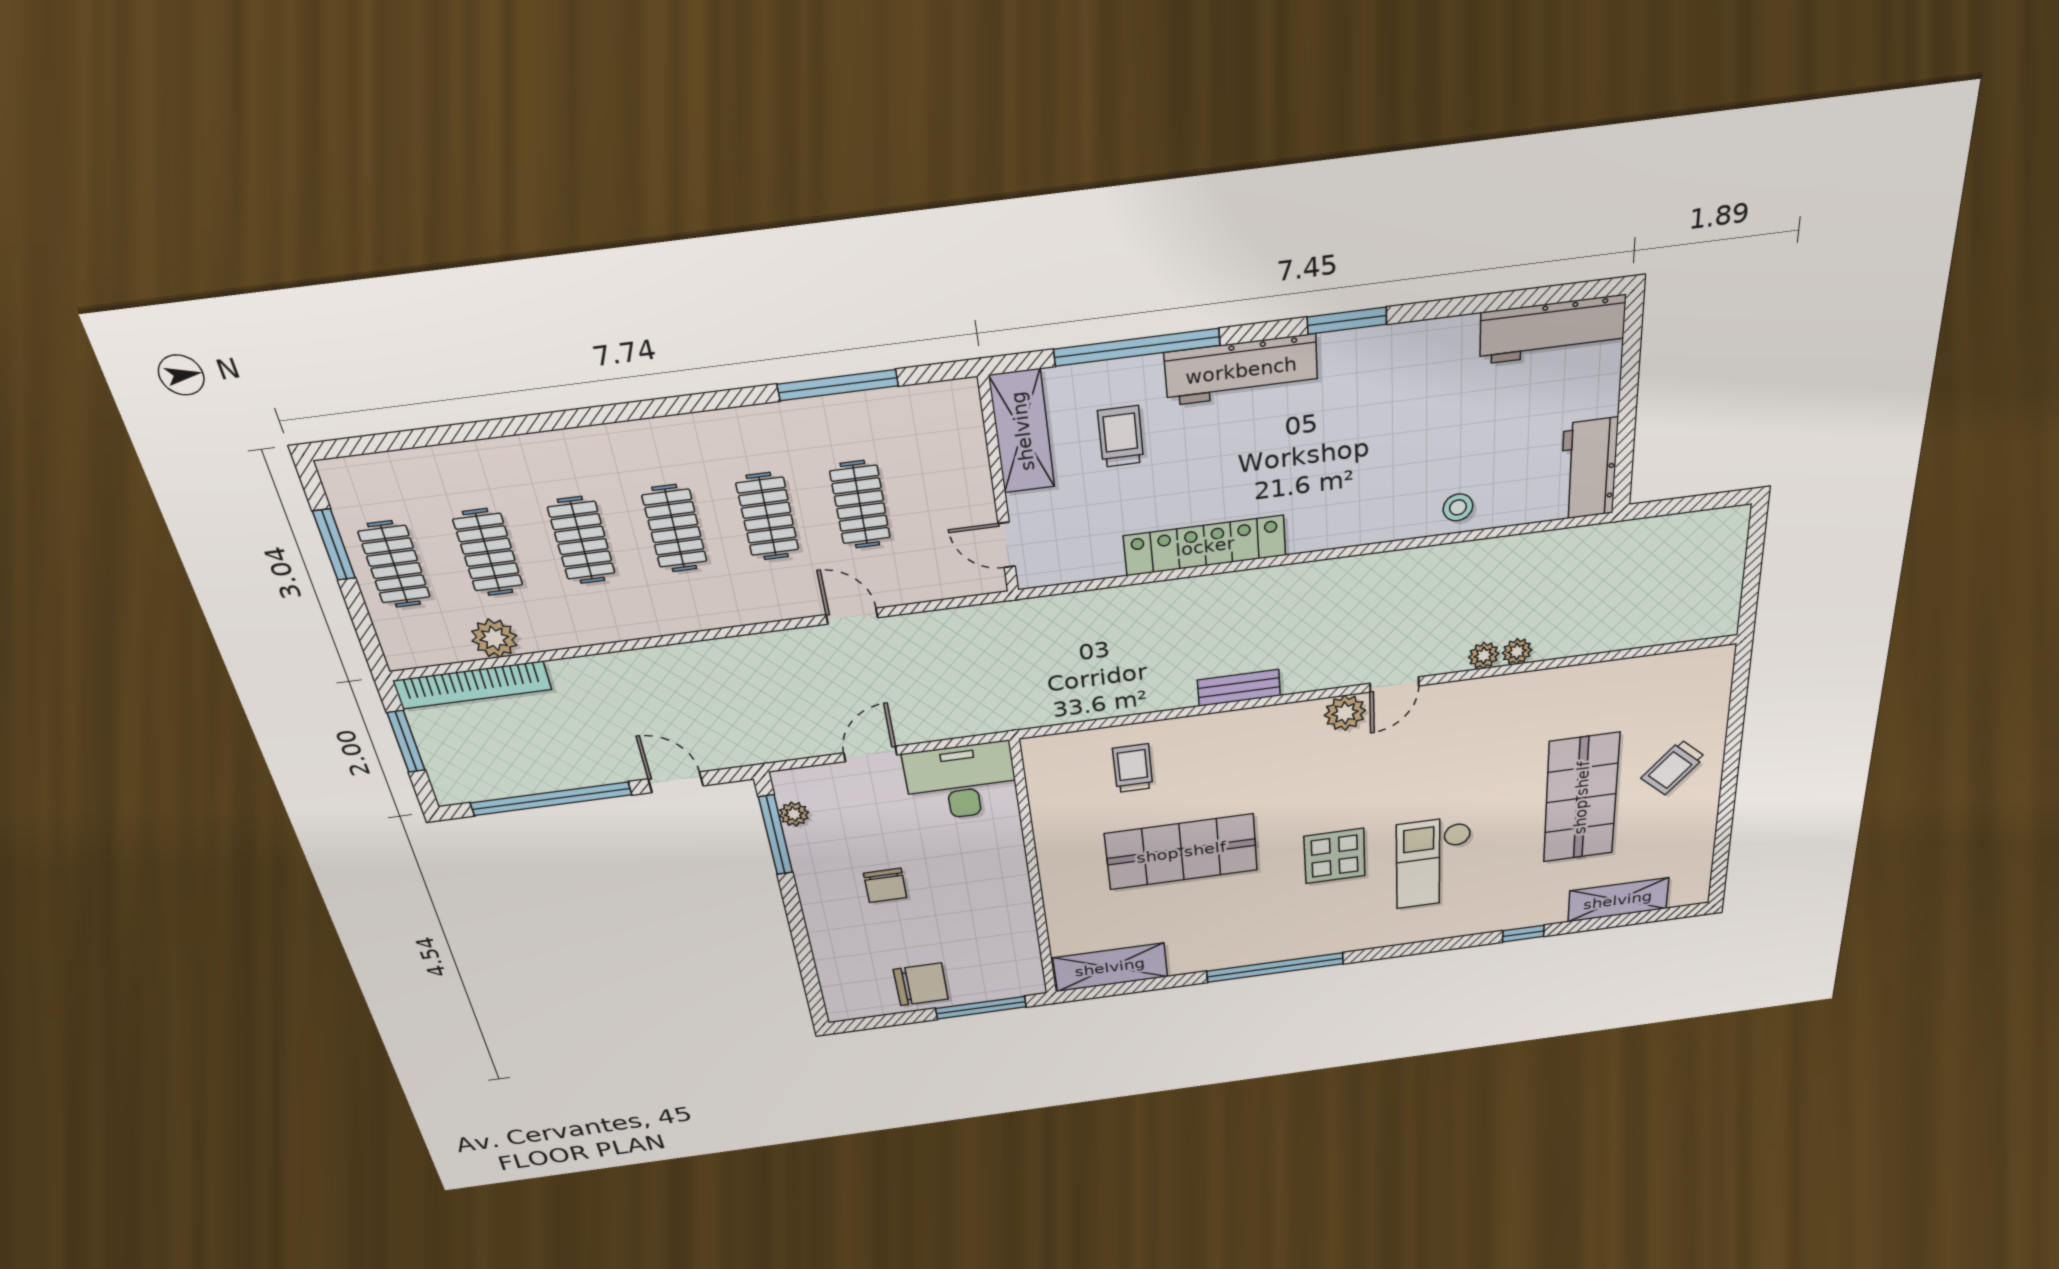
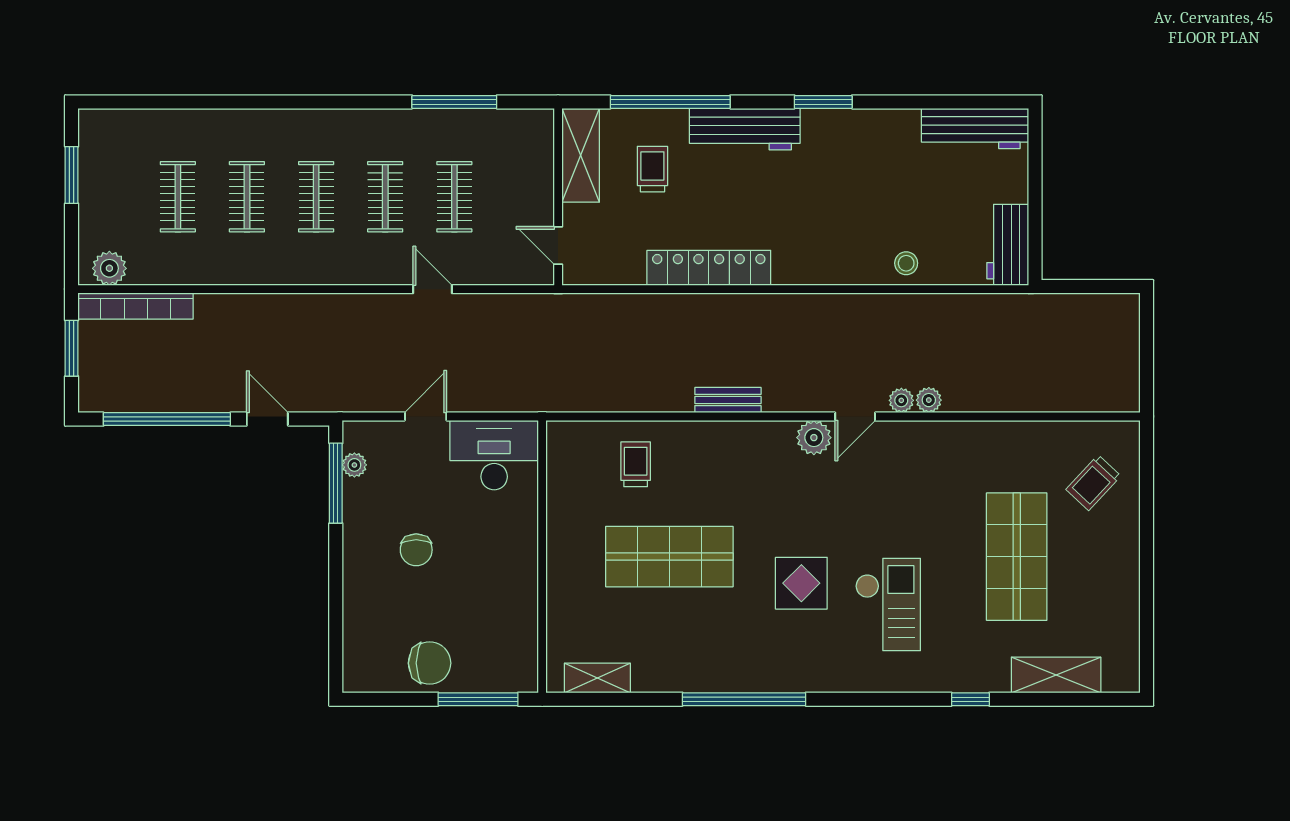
clothes rail: (394, 564) -> (109, 197), removed
plant: (494, 638) -> (109, 268), moved
plant: (1517, 651) -> (901, 400), moved
trolley: (1673, 767) -> (1093, 483), moved
checkout: (1433, 862) -> (888, 604), turned 180
shelving: (1110, 967) -> (597, 678), width x0.67, depth x0.75

